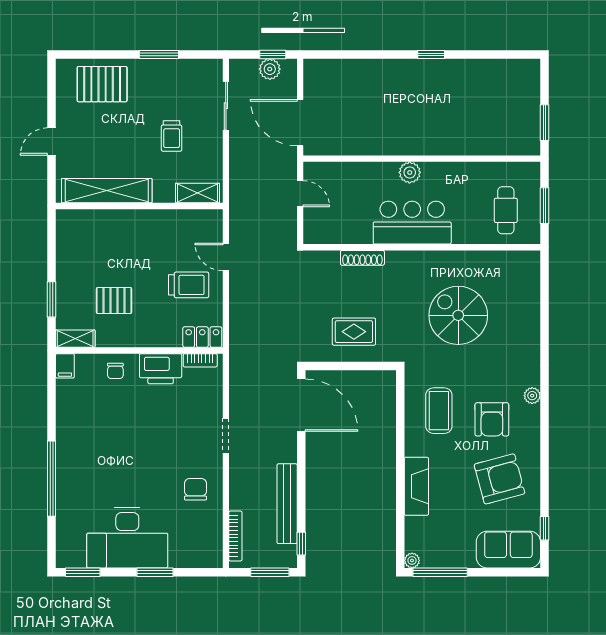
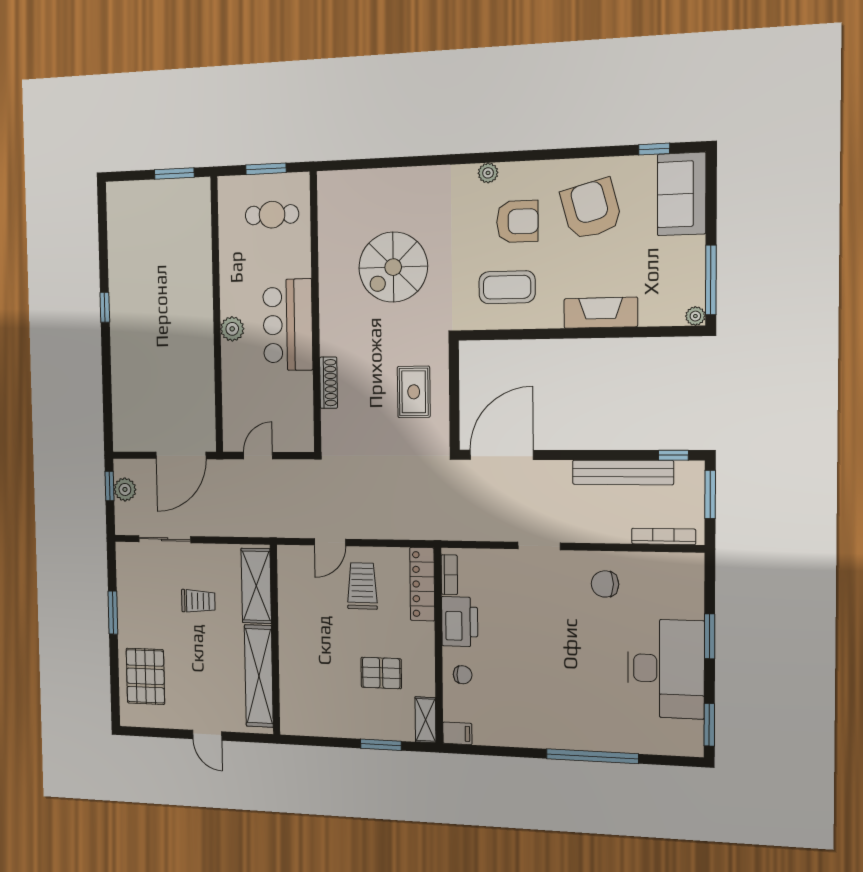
shelving: (197, 193) -> (256, 586), width x1.50, depth x1.33
pallet: (114, 301) -> (381, 673), turned 90
locker: (202, 337) -> (422, 584), width x1.53

